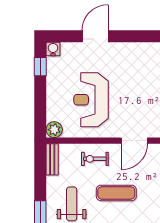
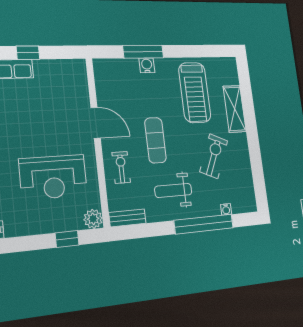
window: (40, 67) -> (67, 239), moved
exercise bike: (95, 159) -> (121, 167), turned 180

